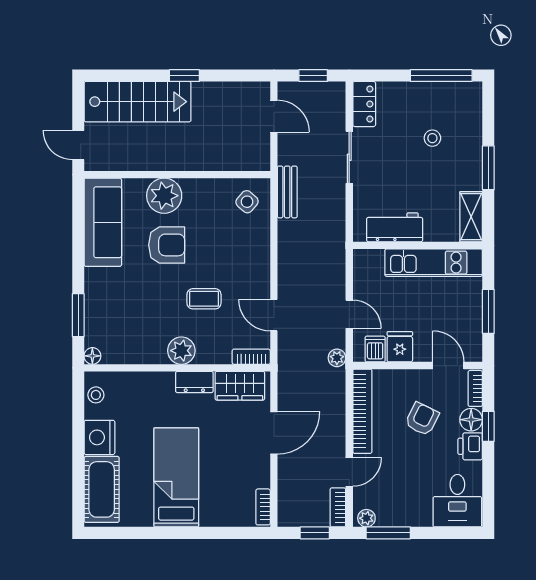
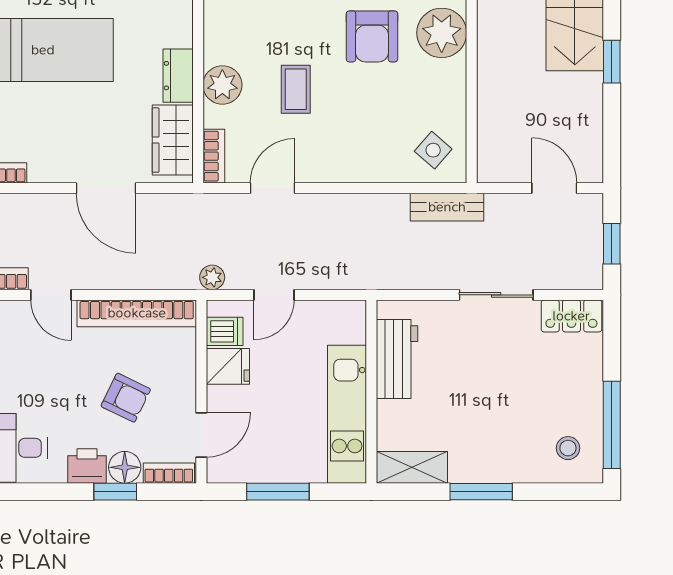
door: (274, 116) -> (554, 188), swing flipped
stool: (432, 138) -> (568, 448), moved
plant: (181, 351) -> (222, 85), moved

